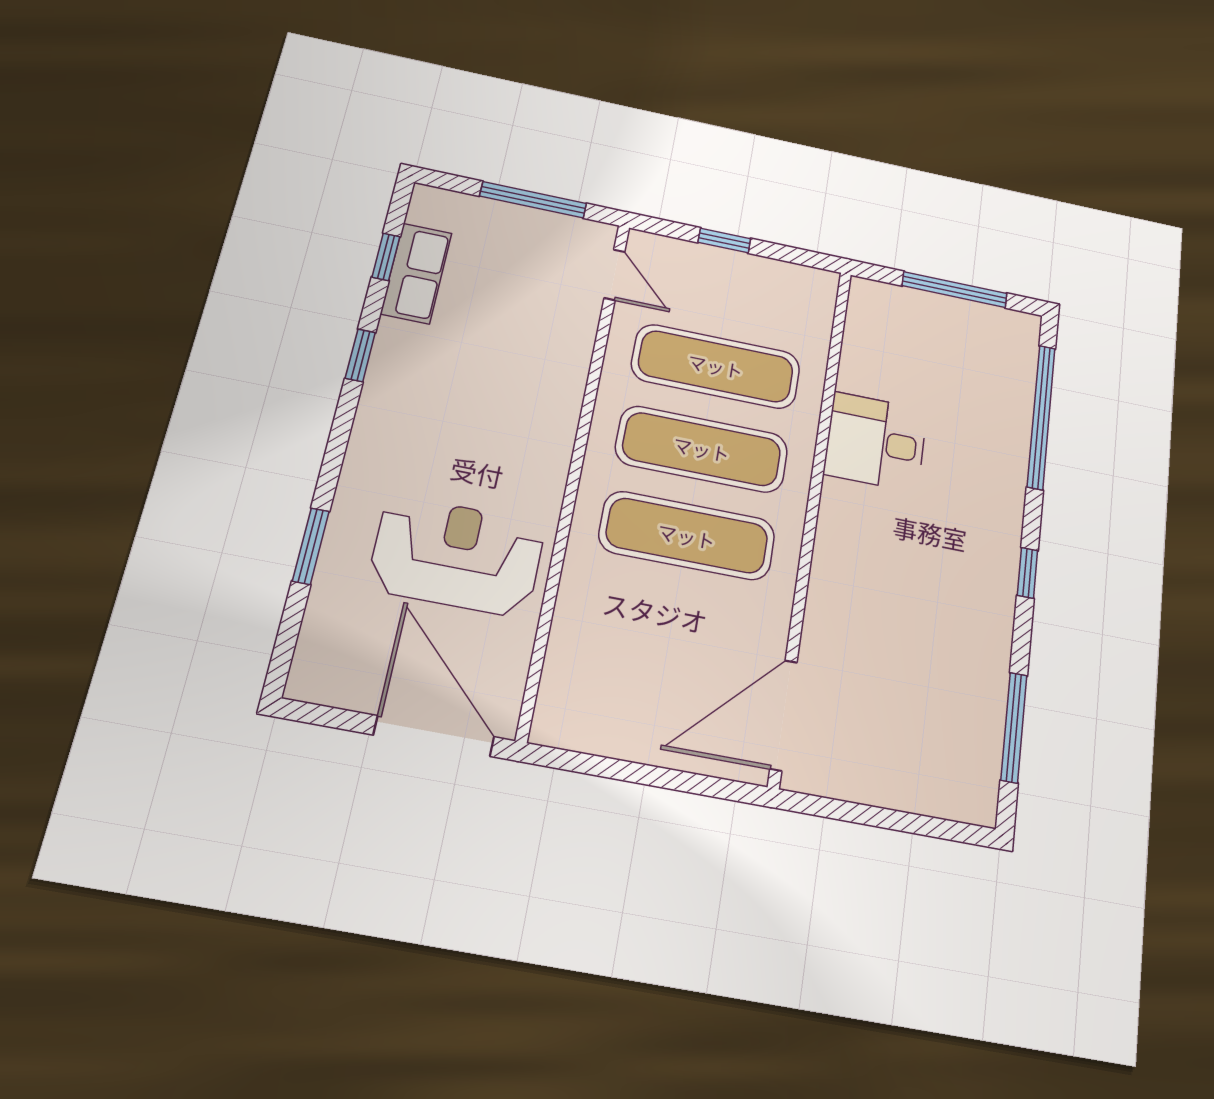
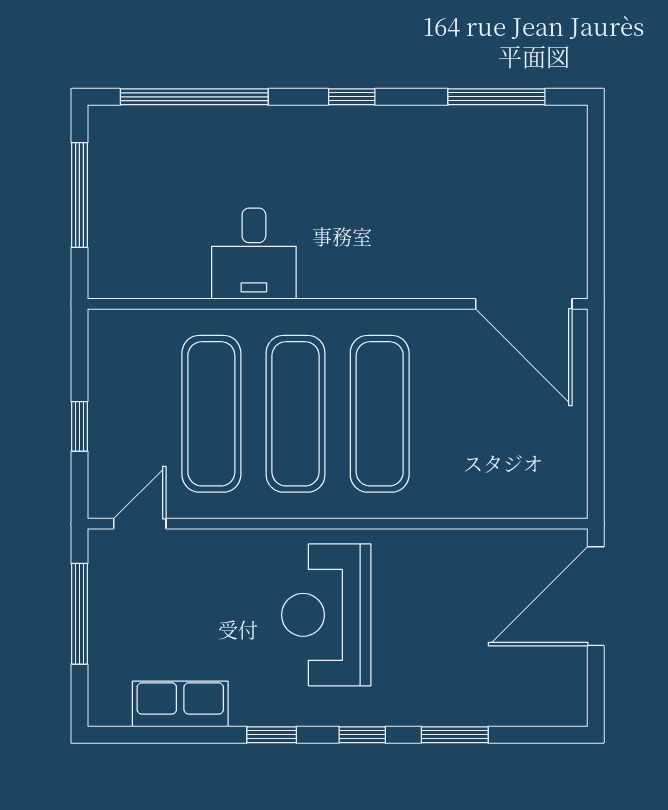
window: (386, 257) -> (362, 735), moved
reception desk: (457, 556) -> (326, 615), moved

